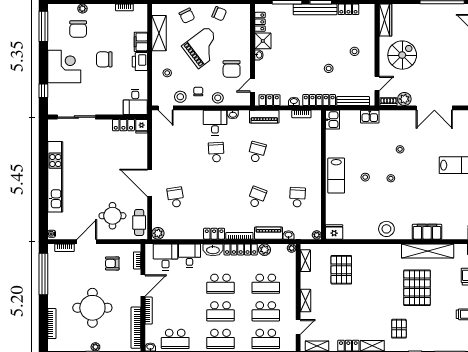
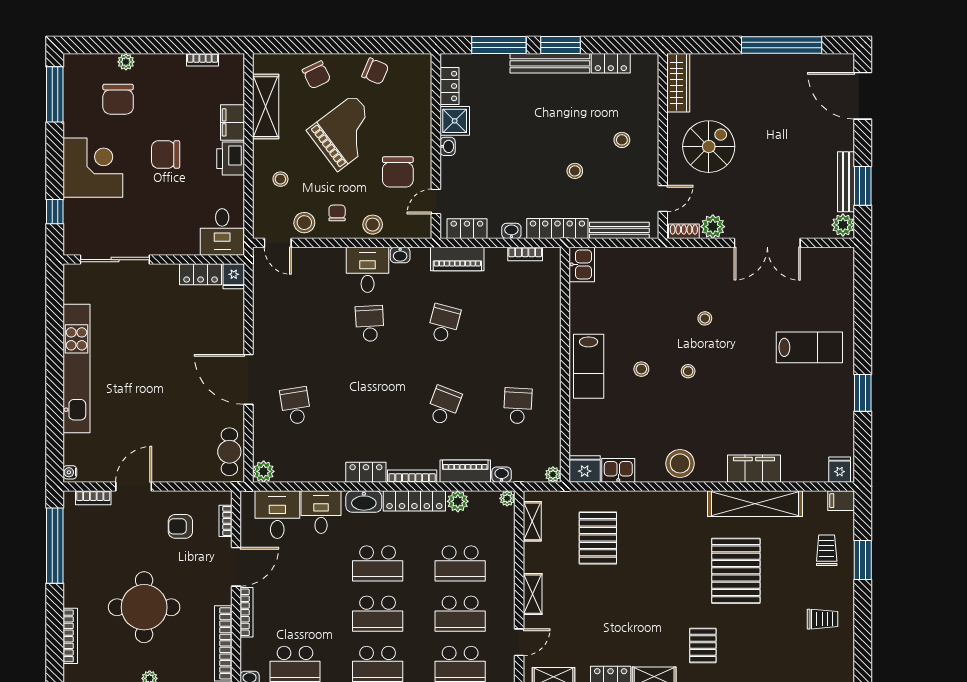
kitchen sink: (370, 117) -> (618, 470), moved, turned 180
round table: (112, 216) -> (181, 439), removed

